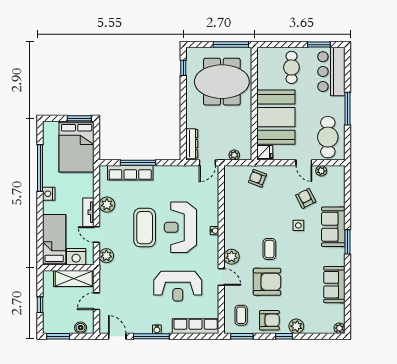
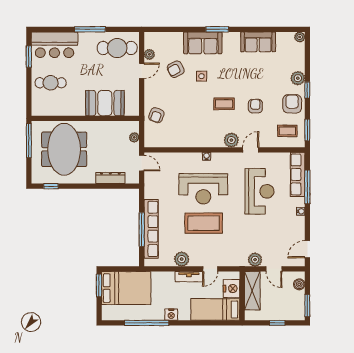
booth: (276, 117) -> (105, 103), width x0.73, depth x0.70
dresser: (192, 144) -> (110, 178), moved
fridge: (265, 152) -> (131, 108), removed
row of seats: (130, 173) -> (151, 229), width x1.36
plant: (106, 256) -> (255, 260), moved
armchair: (267, 282) -> (255, 106), width x0.53, depth x0.53
window: (151, 336) -> (307, 187), moved

